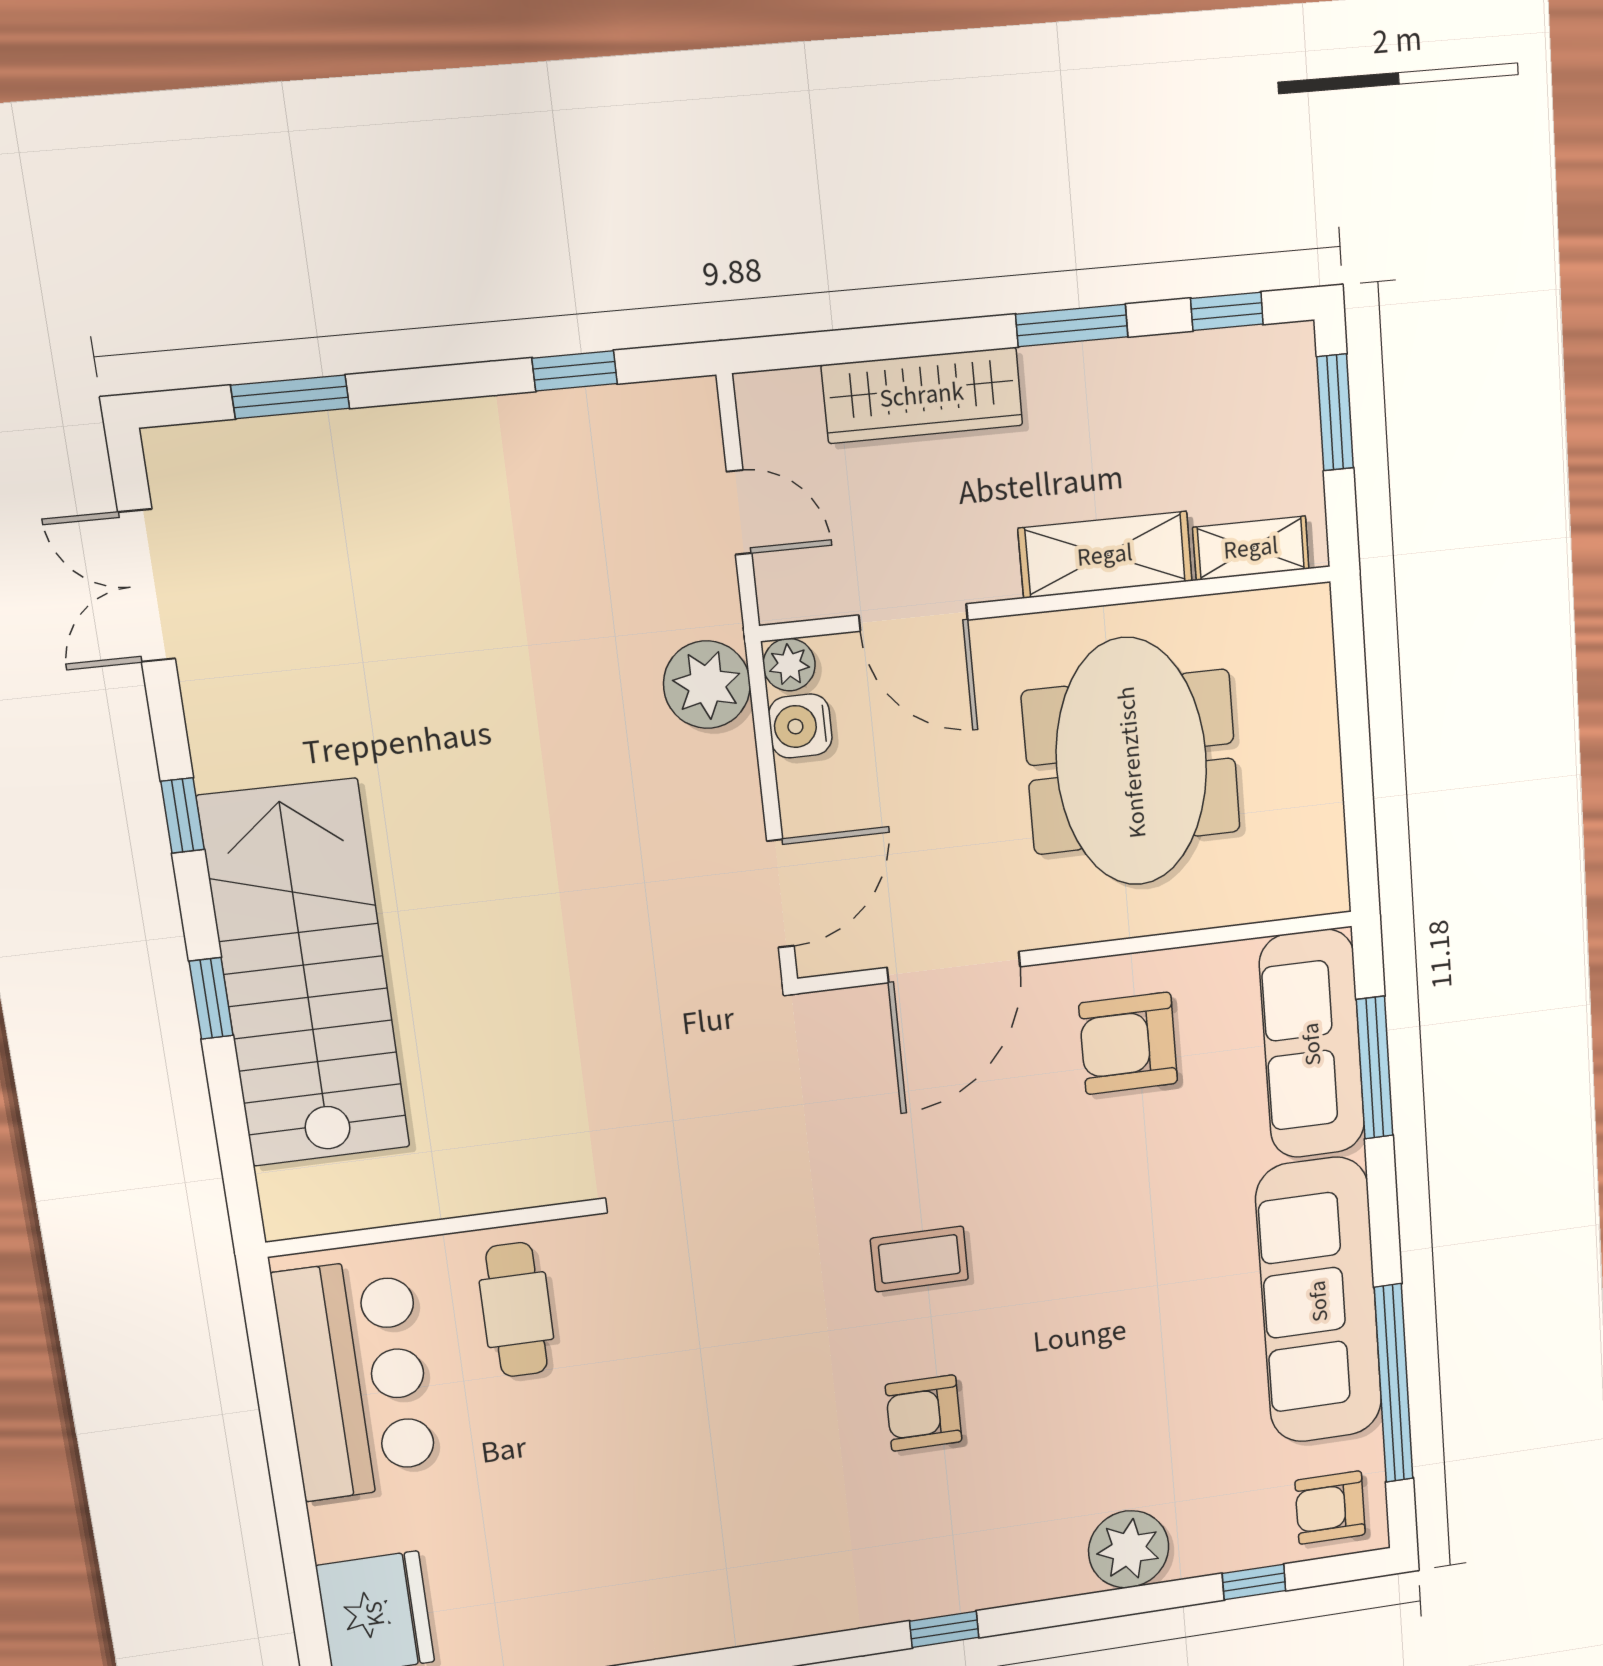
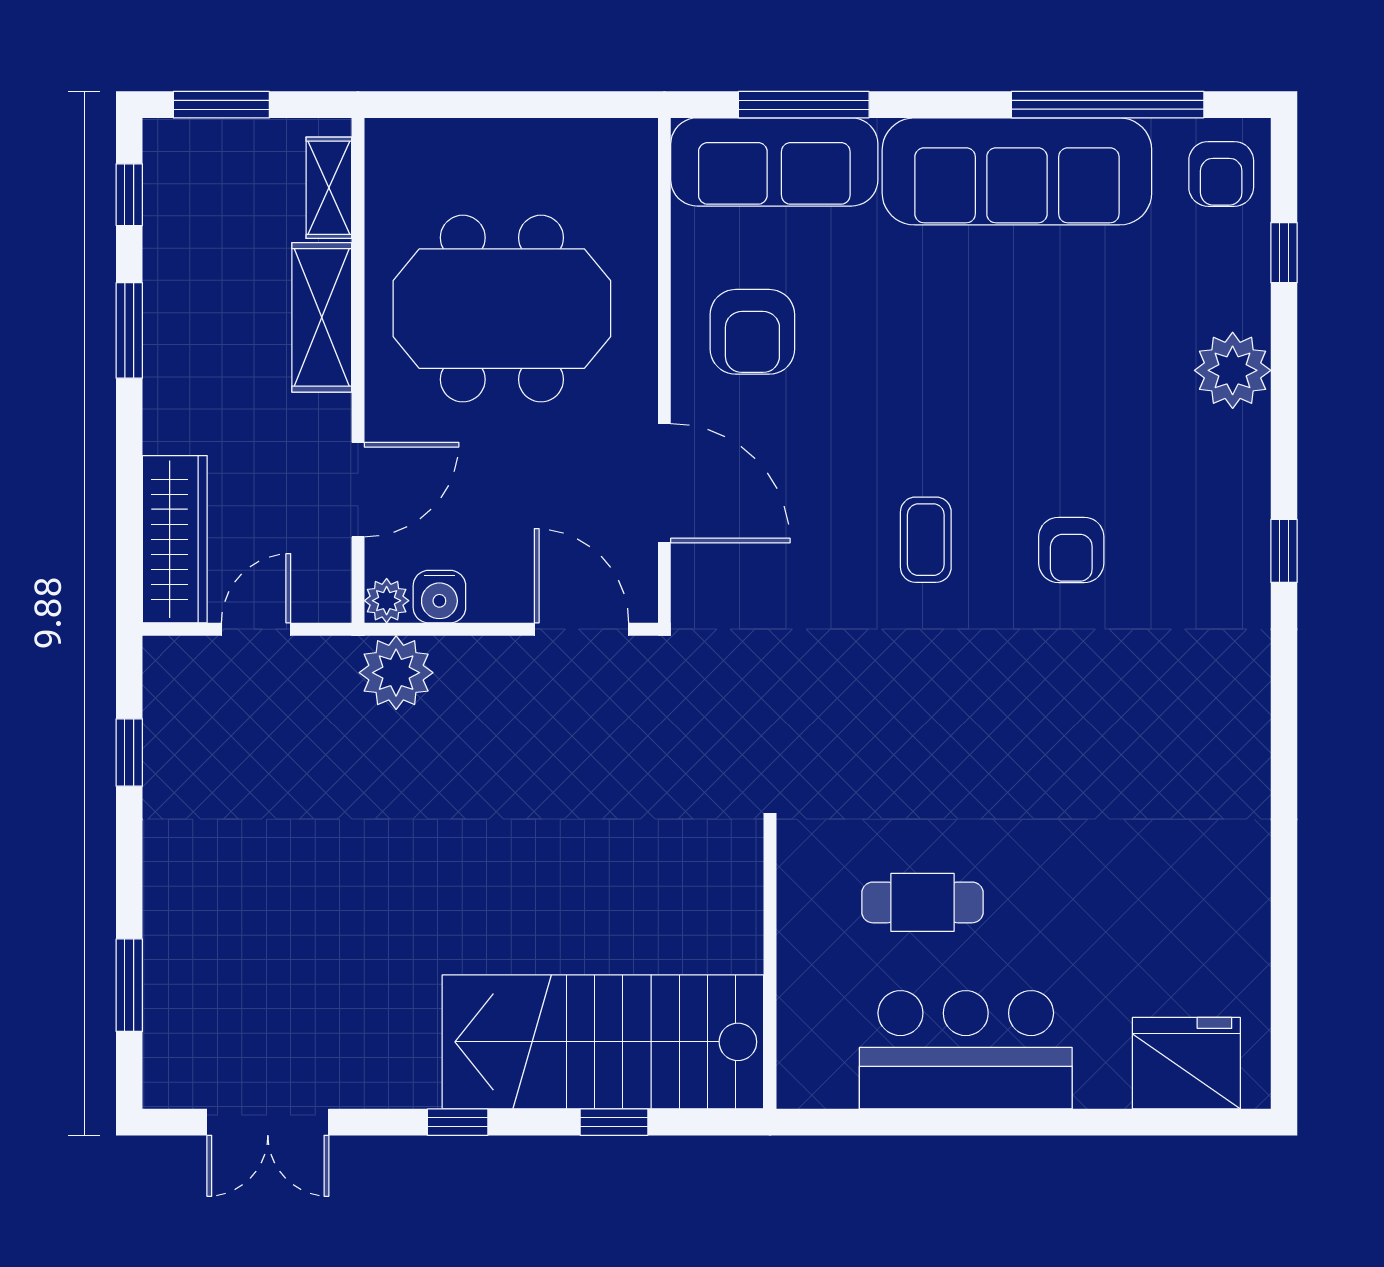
wardrobe: (922, 395) -> (175, 539), moved
wall: (430, 1228) -> (770, 967), moved

